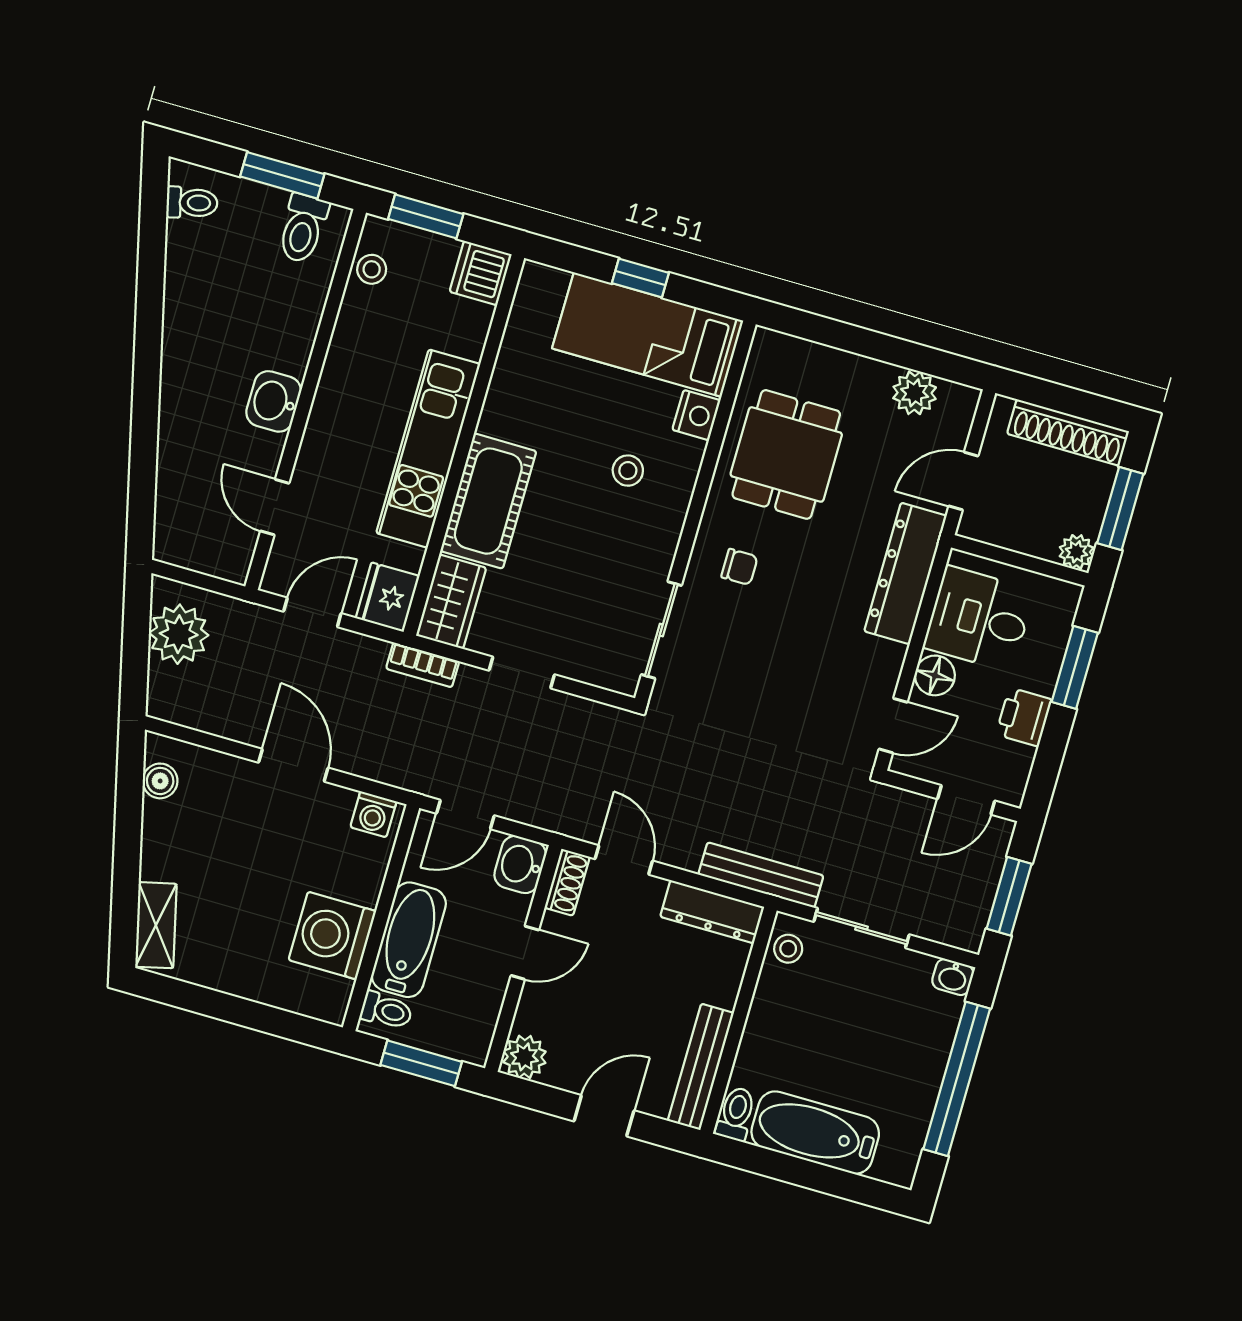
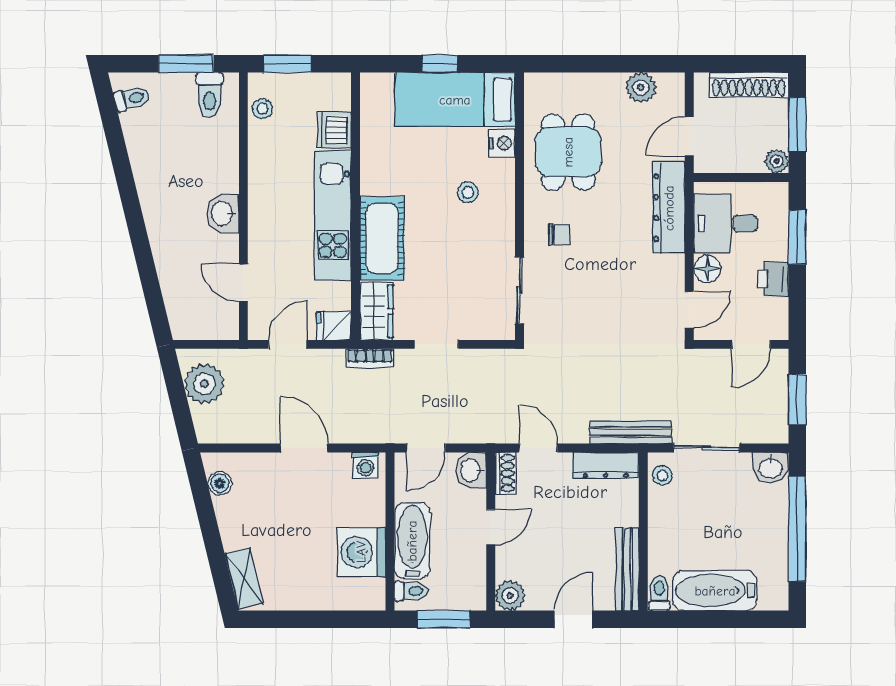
dishwasher: (481, 273) -> (334, 130), moved
fridge: (388, 597) -> (334, 326), width x0.72
washbasin: (953, 977) -> (771, 468), width x1.38, depth x1.45

